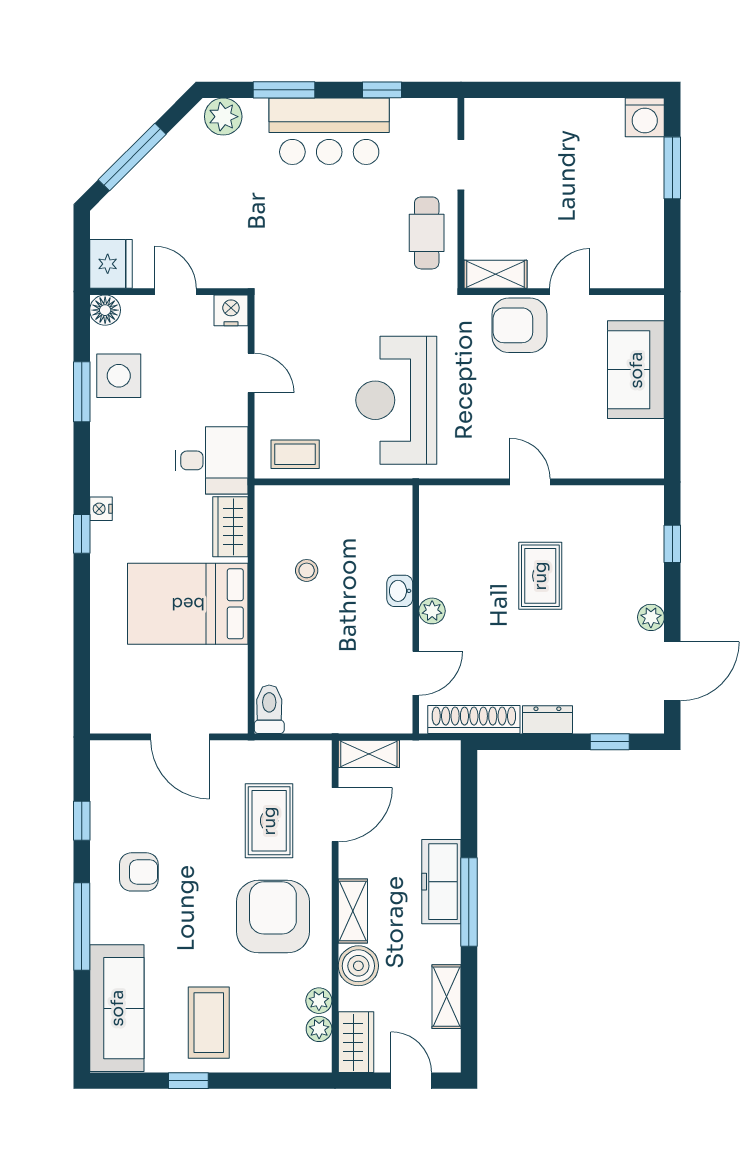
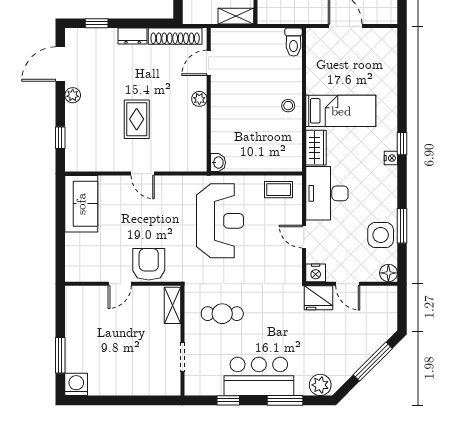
cafe table: (427, 233) -> (222, 314), moved, turned 90
fridge: (111, 264) -> (319, 298), moved, turned -90
shelving: (496, 274) -> (173, 305), moved, turned 90
armchair: (519, 325) -> (149, 264), turned -90
sofa: (636, 370) -> (81, 204), moved
desk: (212, 460) -> (327, 193), width x1.37
stool: (307, 570) -> (288, 106), moved
washbasin: (400, 591) -> (218, 163), moved
bed: (188, 604) -> (341, 111), width x0.67

